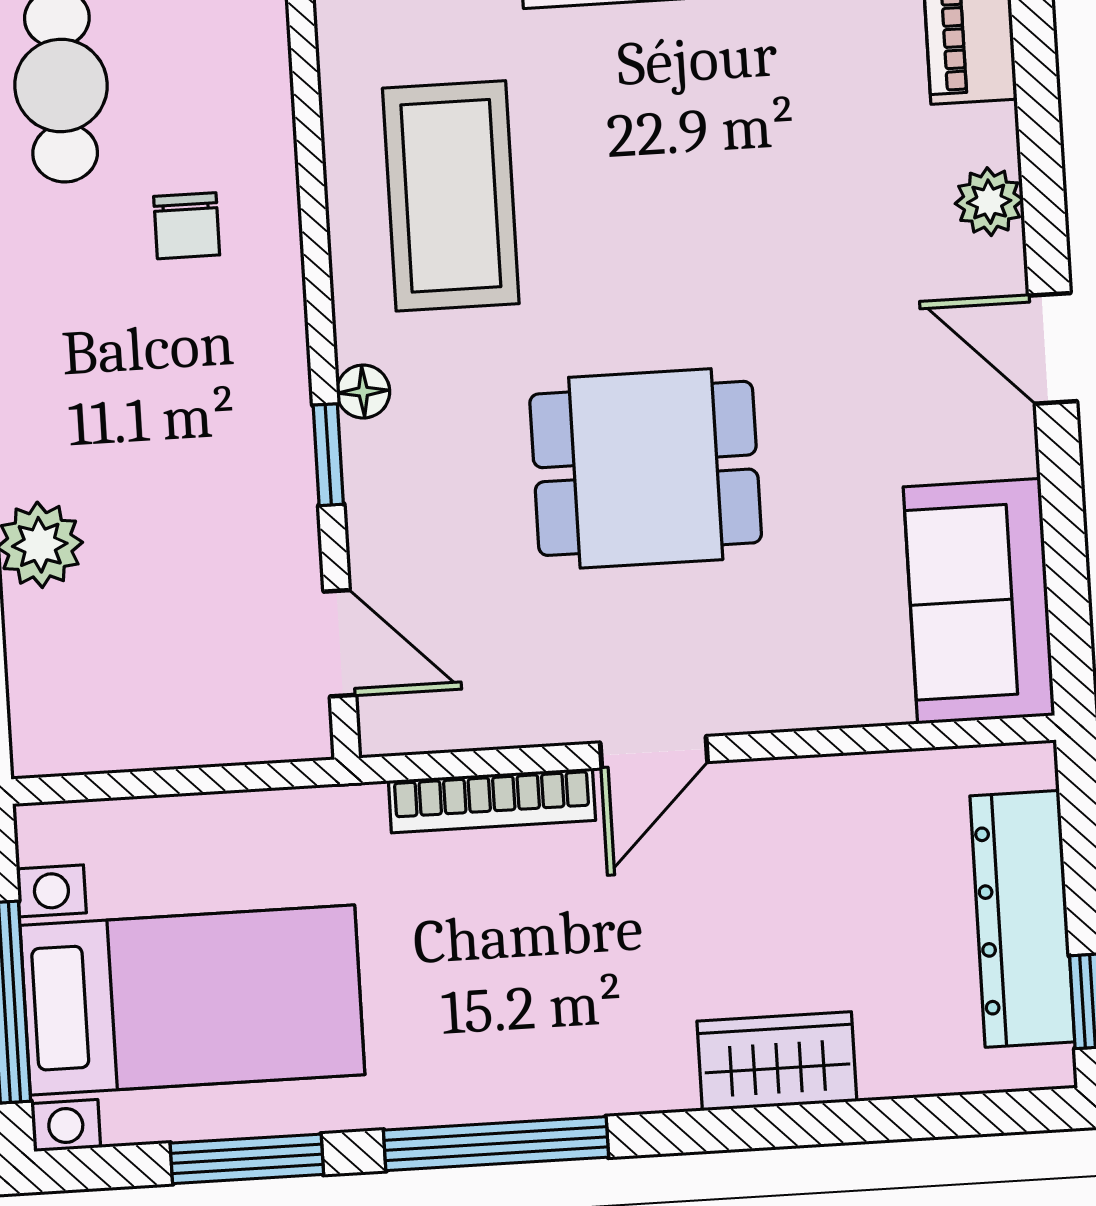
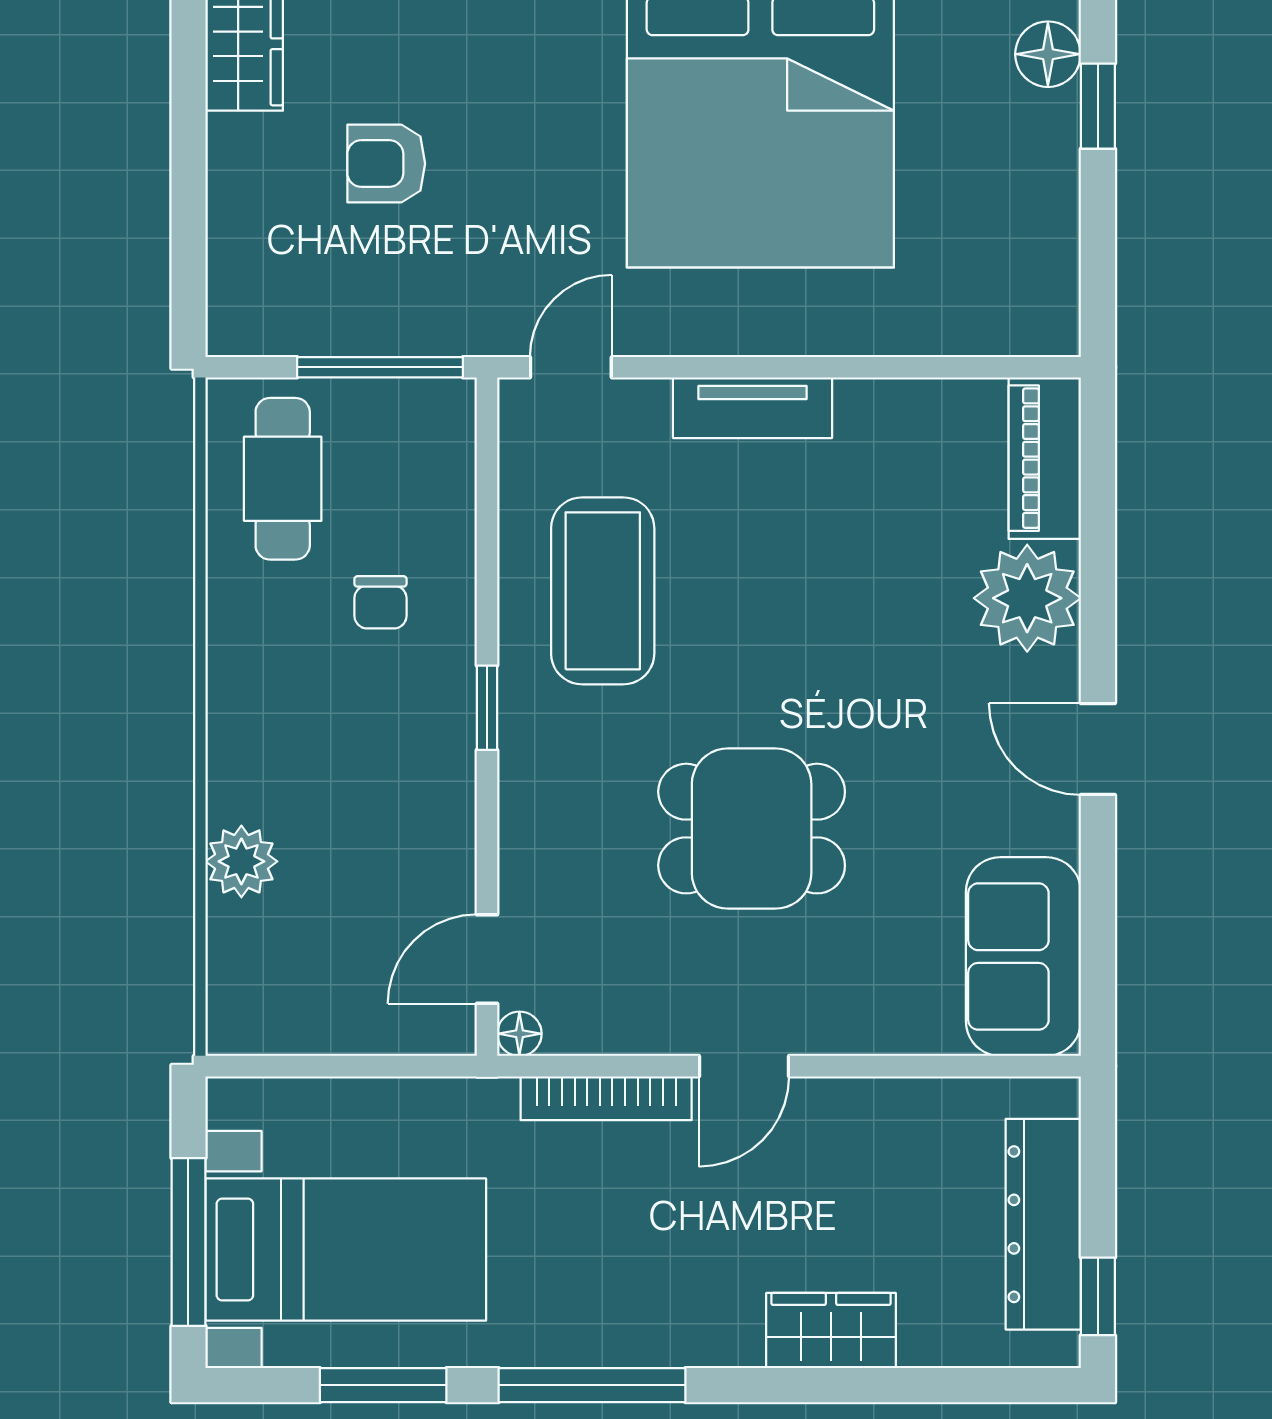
plant: (989, 202) -> (1027, 598), width x1.88, depth x1.88
floor lamp: (363, 392) -> (519, 1034), moved
window: (328, 455) -> (487, 708), moved
door: (340, 643) -> (487, 959), swing flipped

